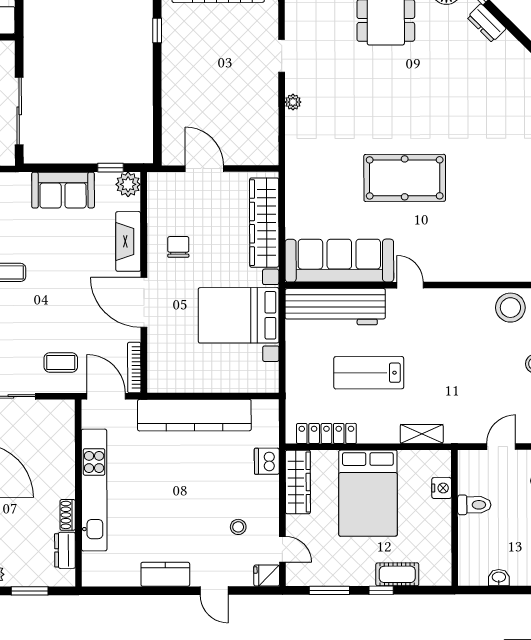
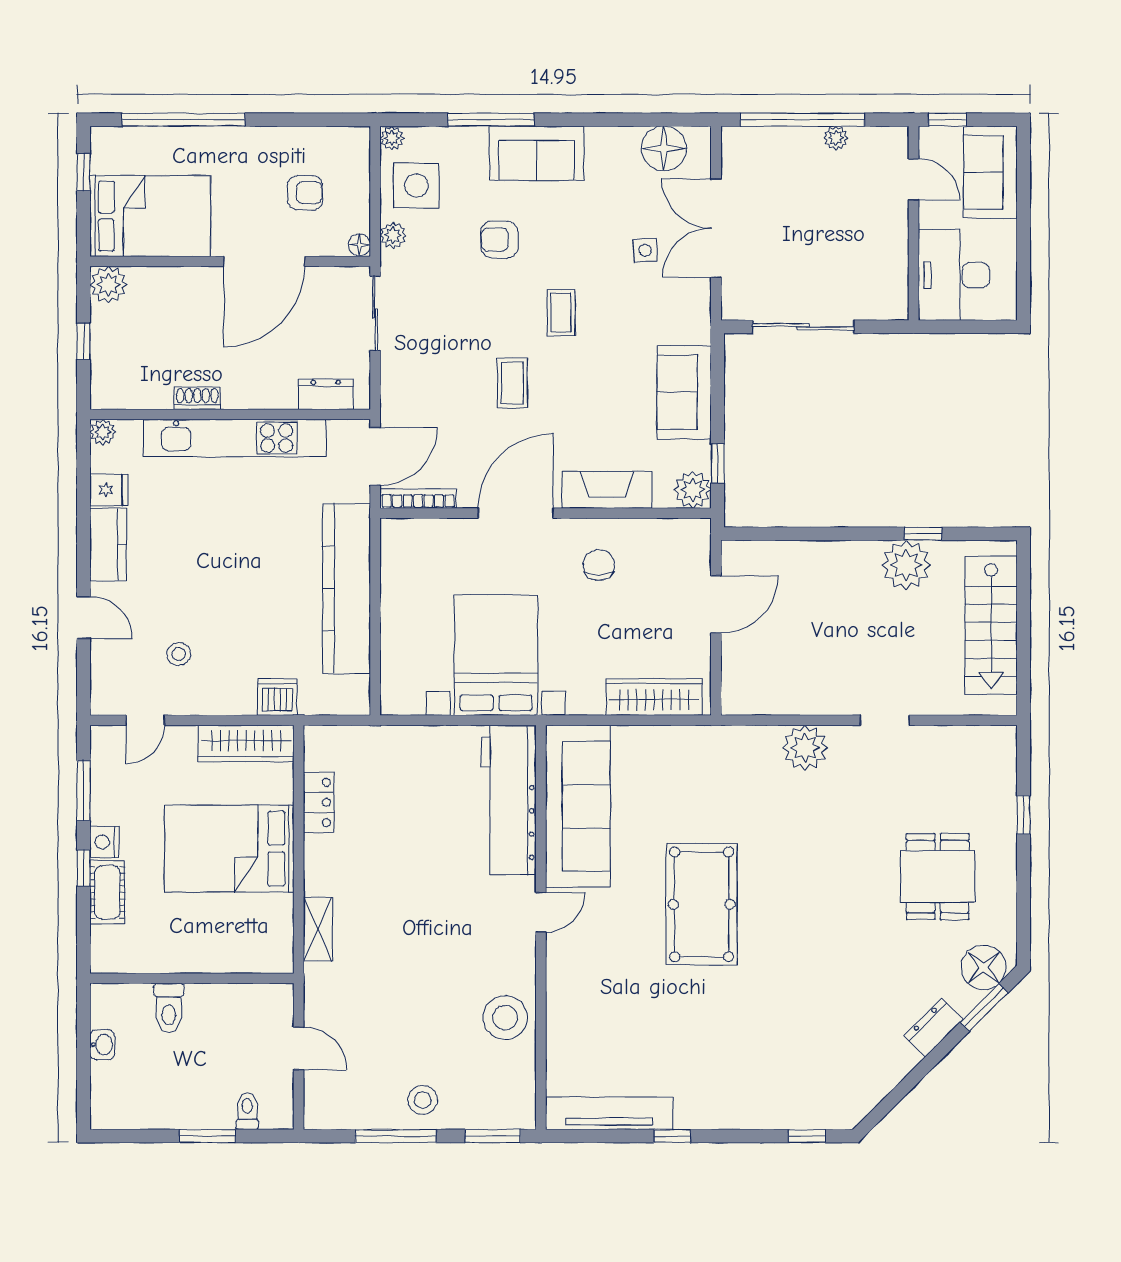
plant: (178, 42) -> (906, 565), added
plant: (293, 102) -> (805, 748), width x1.88, depth x1.88
wardrobe: (264, 223) -> (654, 697), width x0.71, depth x0.85
chair: (178, 247) -> (599, 565), turned -90
stool: (510, 308) -> (505, 1018), moved
coffee table: (61, 363) -> (512, 383), moved
lab bench: (369, 373) -> (410, 850), removed
locker: (326, 433) -> (319, 802), width x0.66
nightstand: (442, 488) -> (104, 842), moved, turned 90
toilet: (474, 505) -> (169, 1008), moved
dresser: (65, 550) -> (326, 394), moved
fridge: (267, 576) -> (109, 490), moved, turned 90
plant: (90, 578) -> (103, 432), added
window: (30, 591) -> (84, 341), width x0.67
door: (214, 591) -> (84, 618), swing flipped

